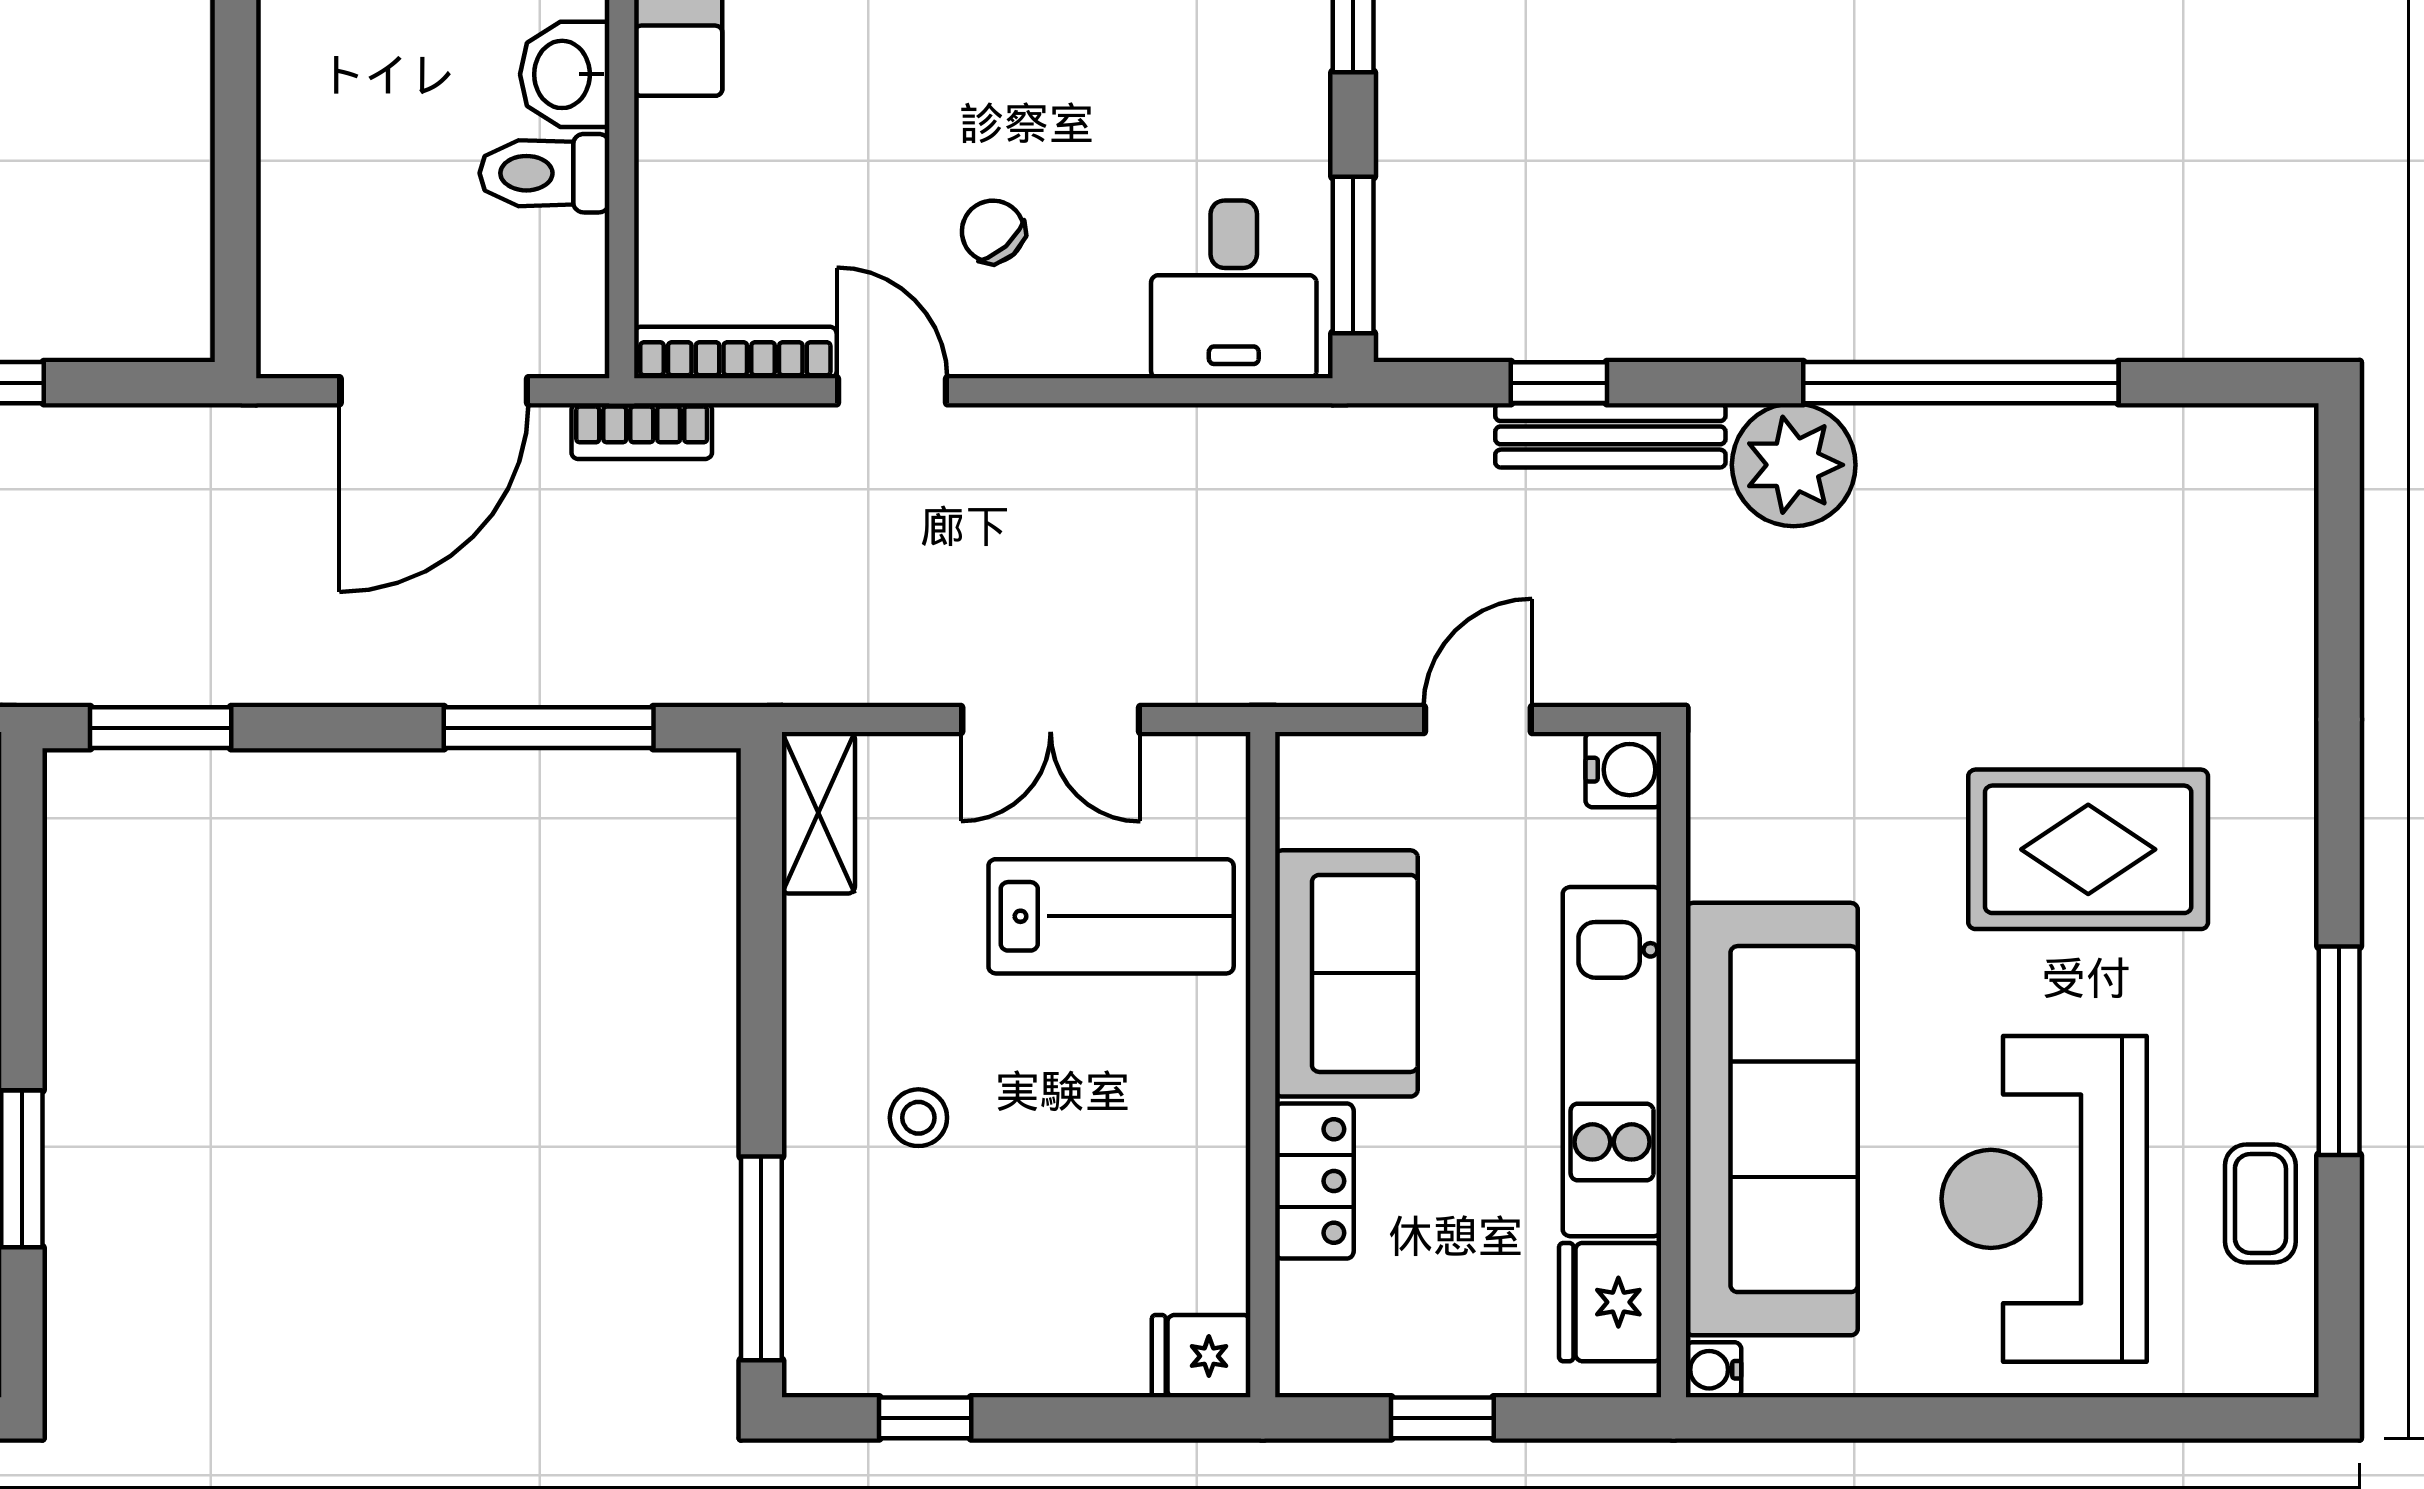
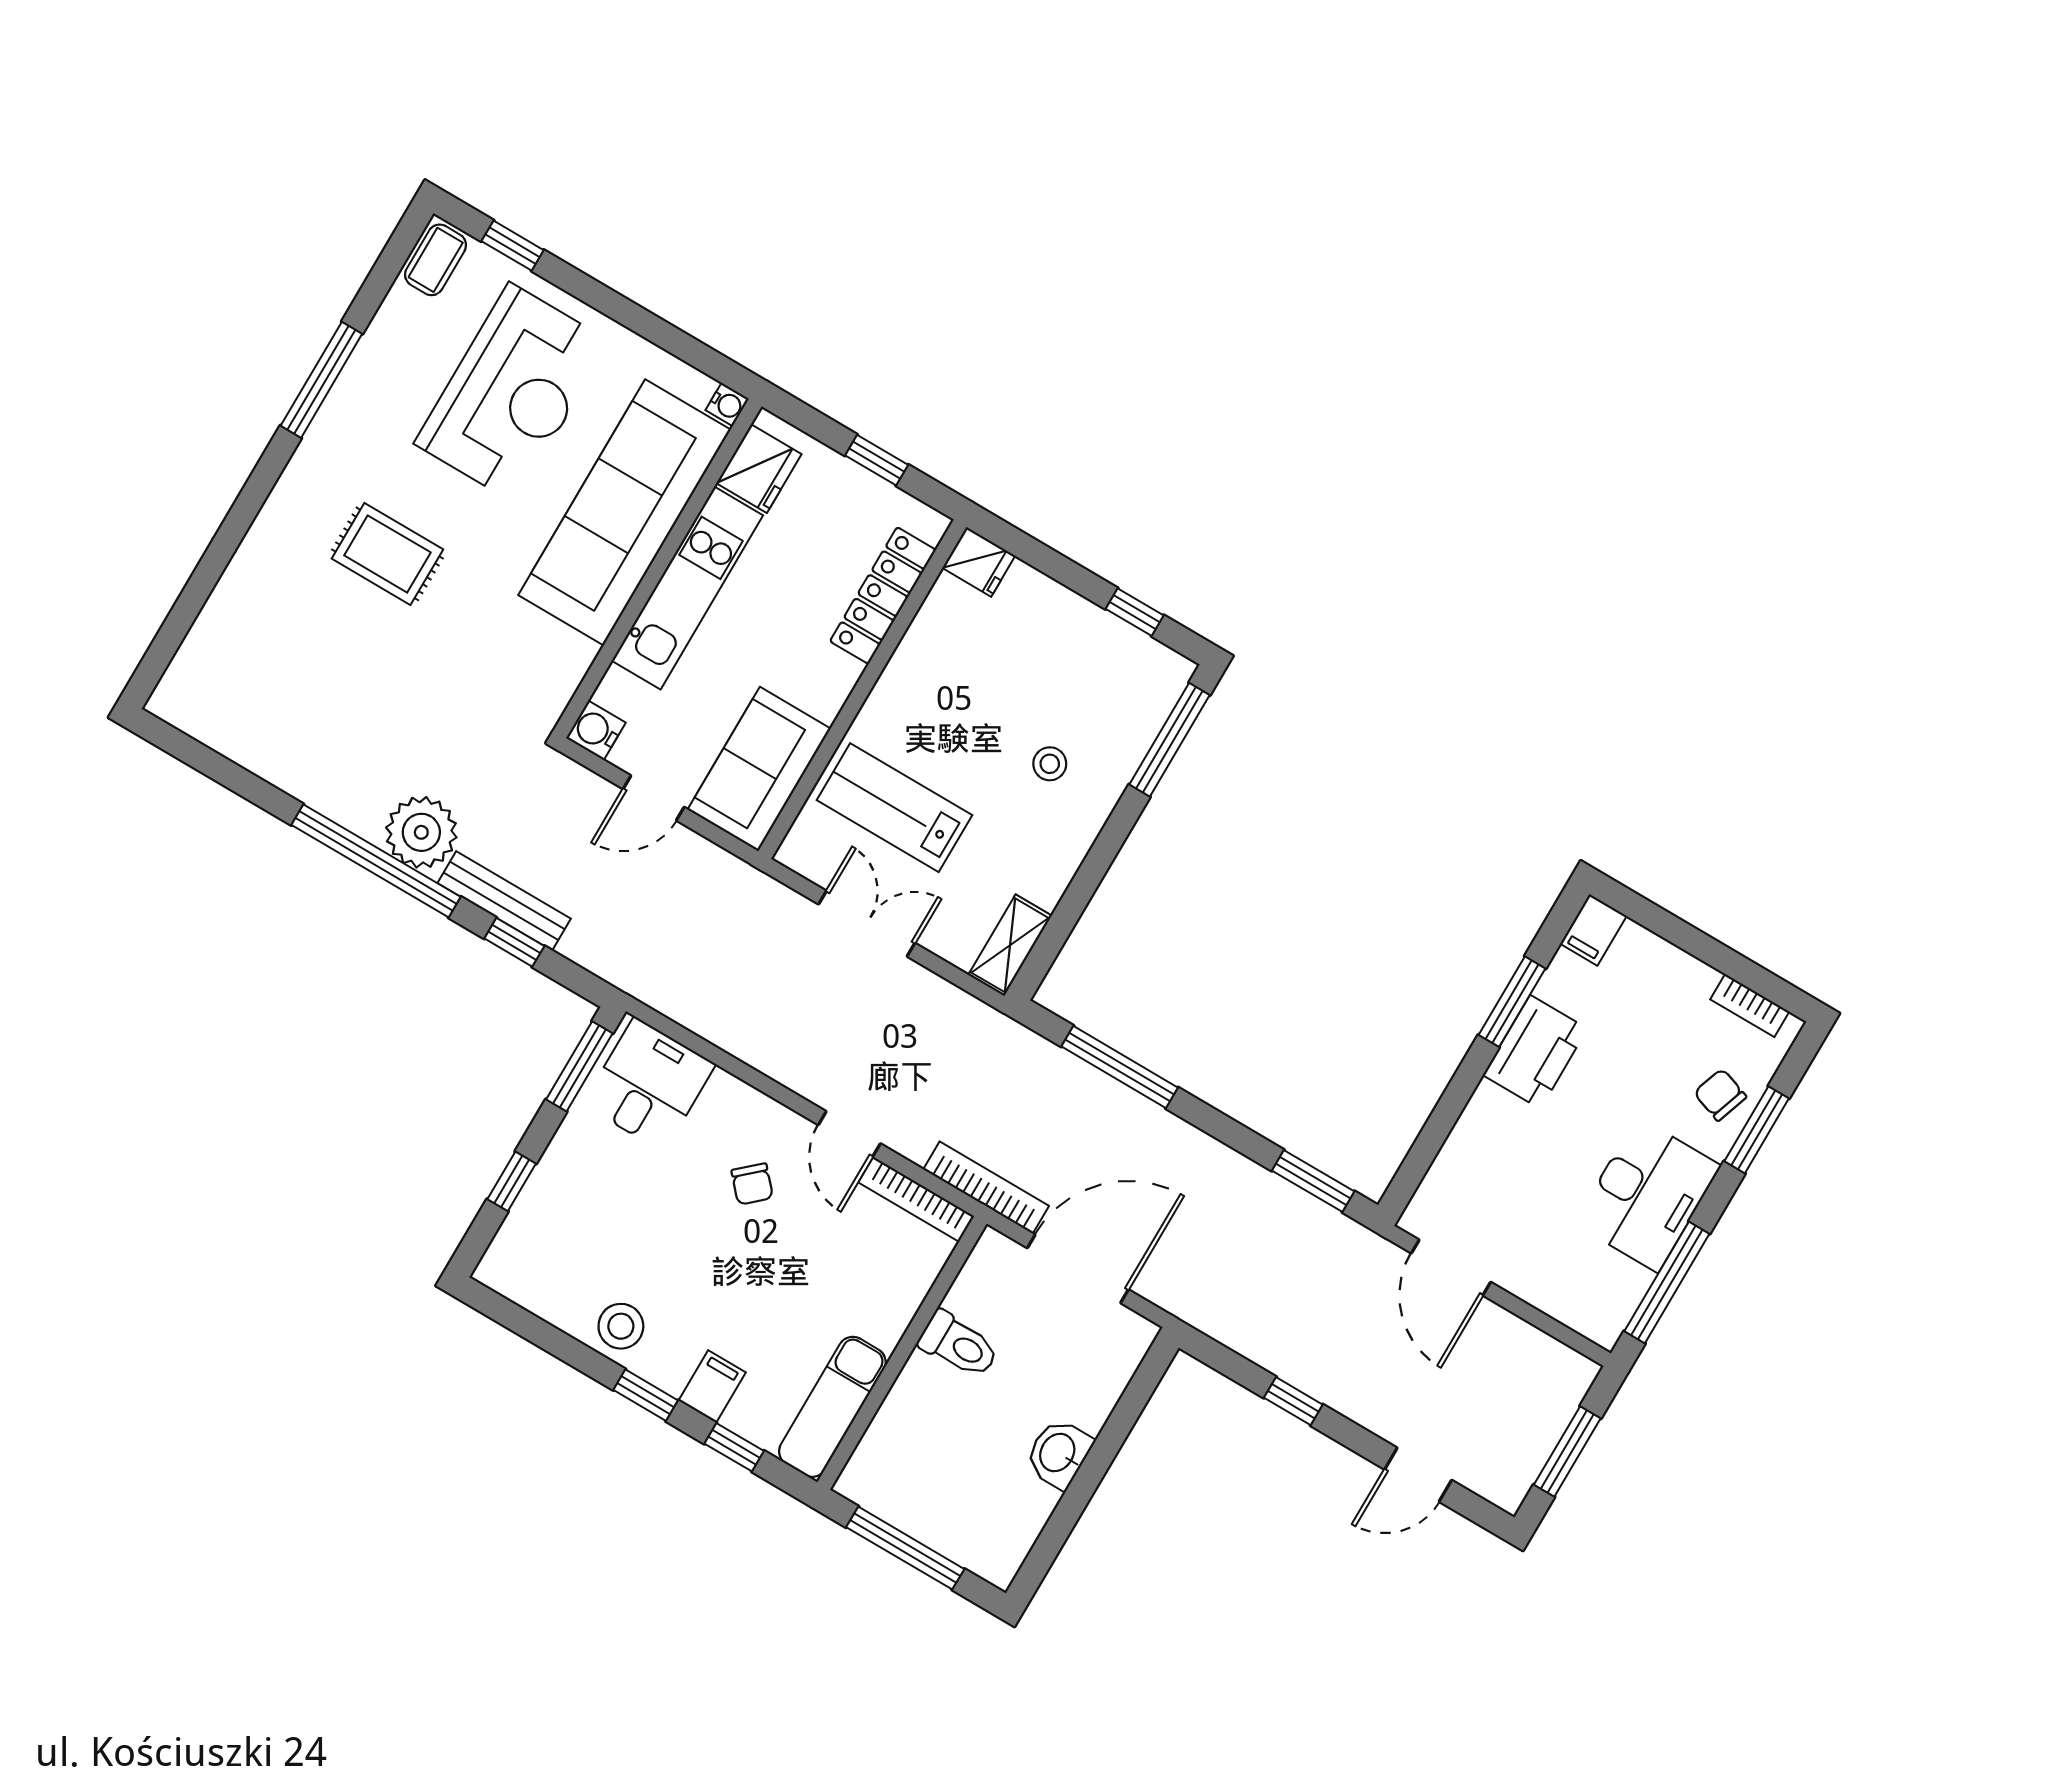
washbasin: (565, 74) -> (1059, 1453), moved, turned 180
window: (1961, 383) -> (376, 861), moved
bookcase: (642, 431) -> (986, 1188), width x1.56
rug: (2088, 849) -> (387, 554), width x0.73, depth x0.70
sofa: (1346, 973) -> (759, 769), moved
locker: (1314, 1181) -> (883, 596), width x1.53
coffee table: (2260, 1203) -> (436, 260), moved
window: (2172, 1418) -> (513, 246), added

